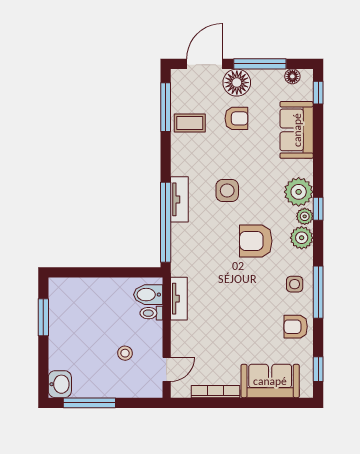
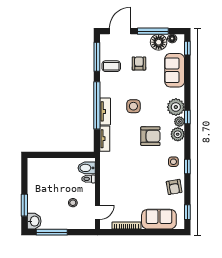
floor lamp: (237, 83) -> (159, 42), moved
armchair: (236, 118) -> (139, 63), turned -90
window: (166, 222) -> (97, 105), moved
armchair: (256, 241) -> (150, 136), turned 180
window: (318, 292) -> (187, 167), width x0.46
tv unit: (179, 299) -> (105, 139), moved
window: (43, 317) -> (24, 205), moved
armchair: (296, 327) -> (174, 187), turned -100

